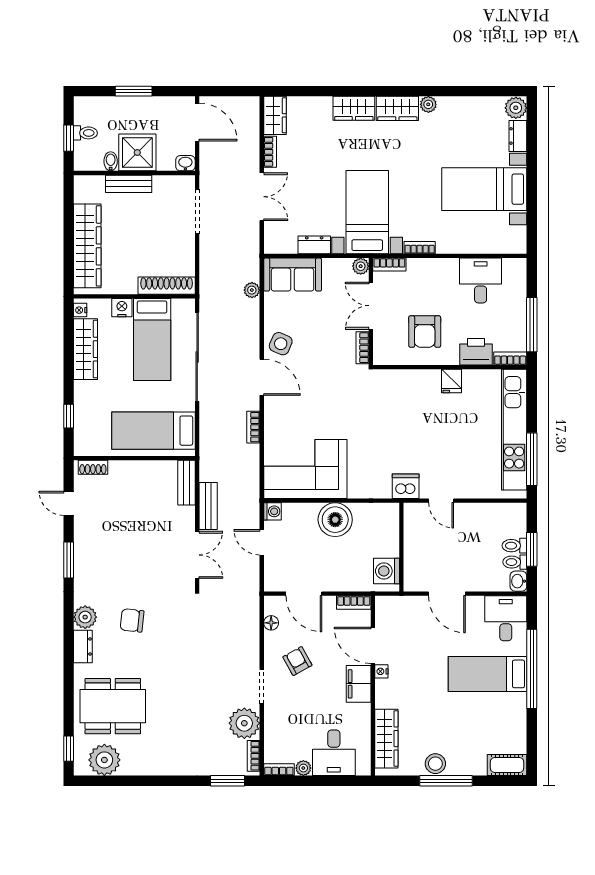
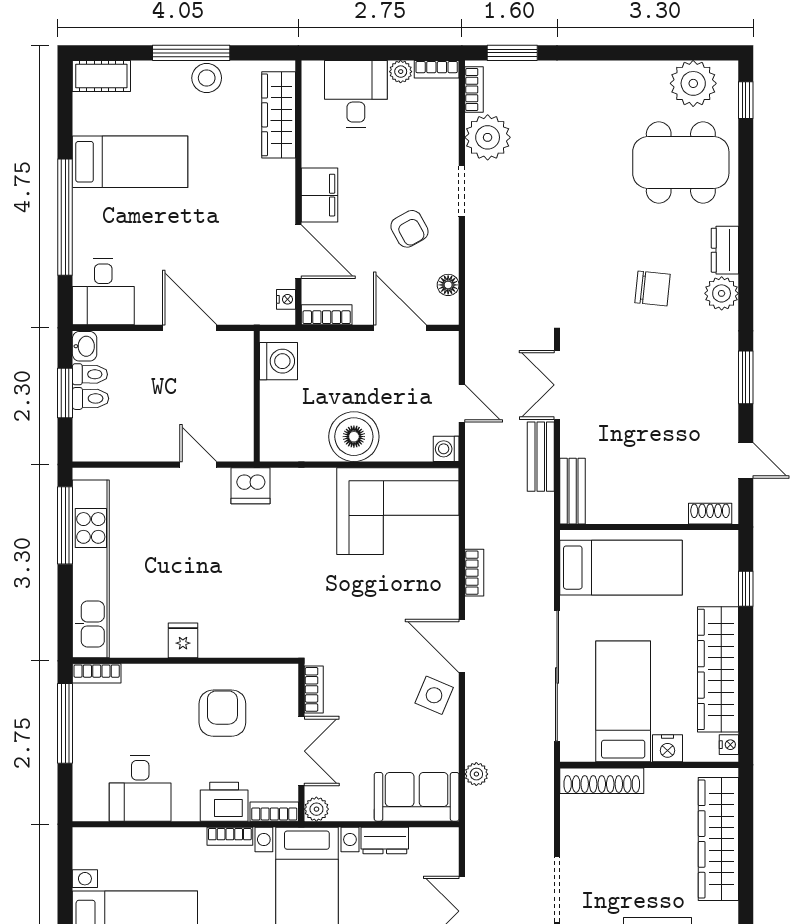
wardrobe: (85, 349) -> (718, 669), width x1.40, depth x1.17
printer: (476, 352) -> (224, 802), moved, turned 180
nightstand: (381, 671) -> (286, 299), moved
bed: (487, 674) -> (130, 162), moved

